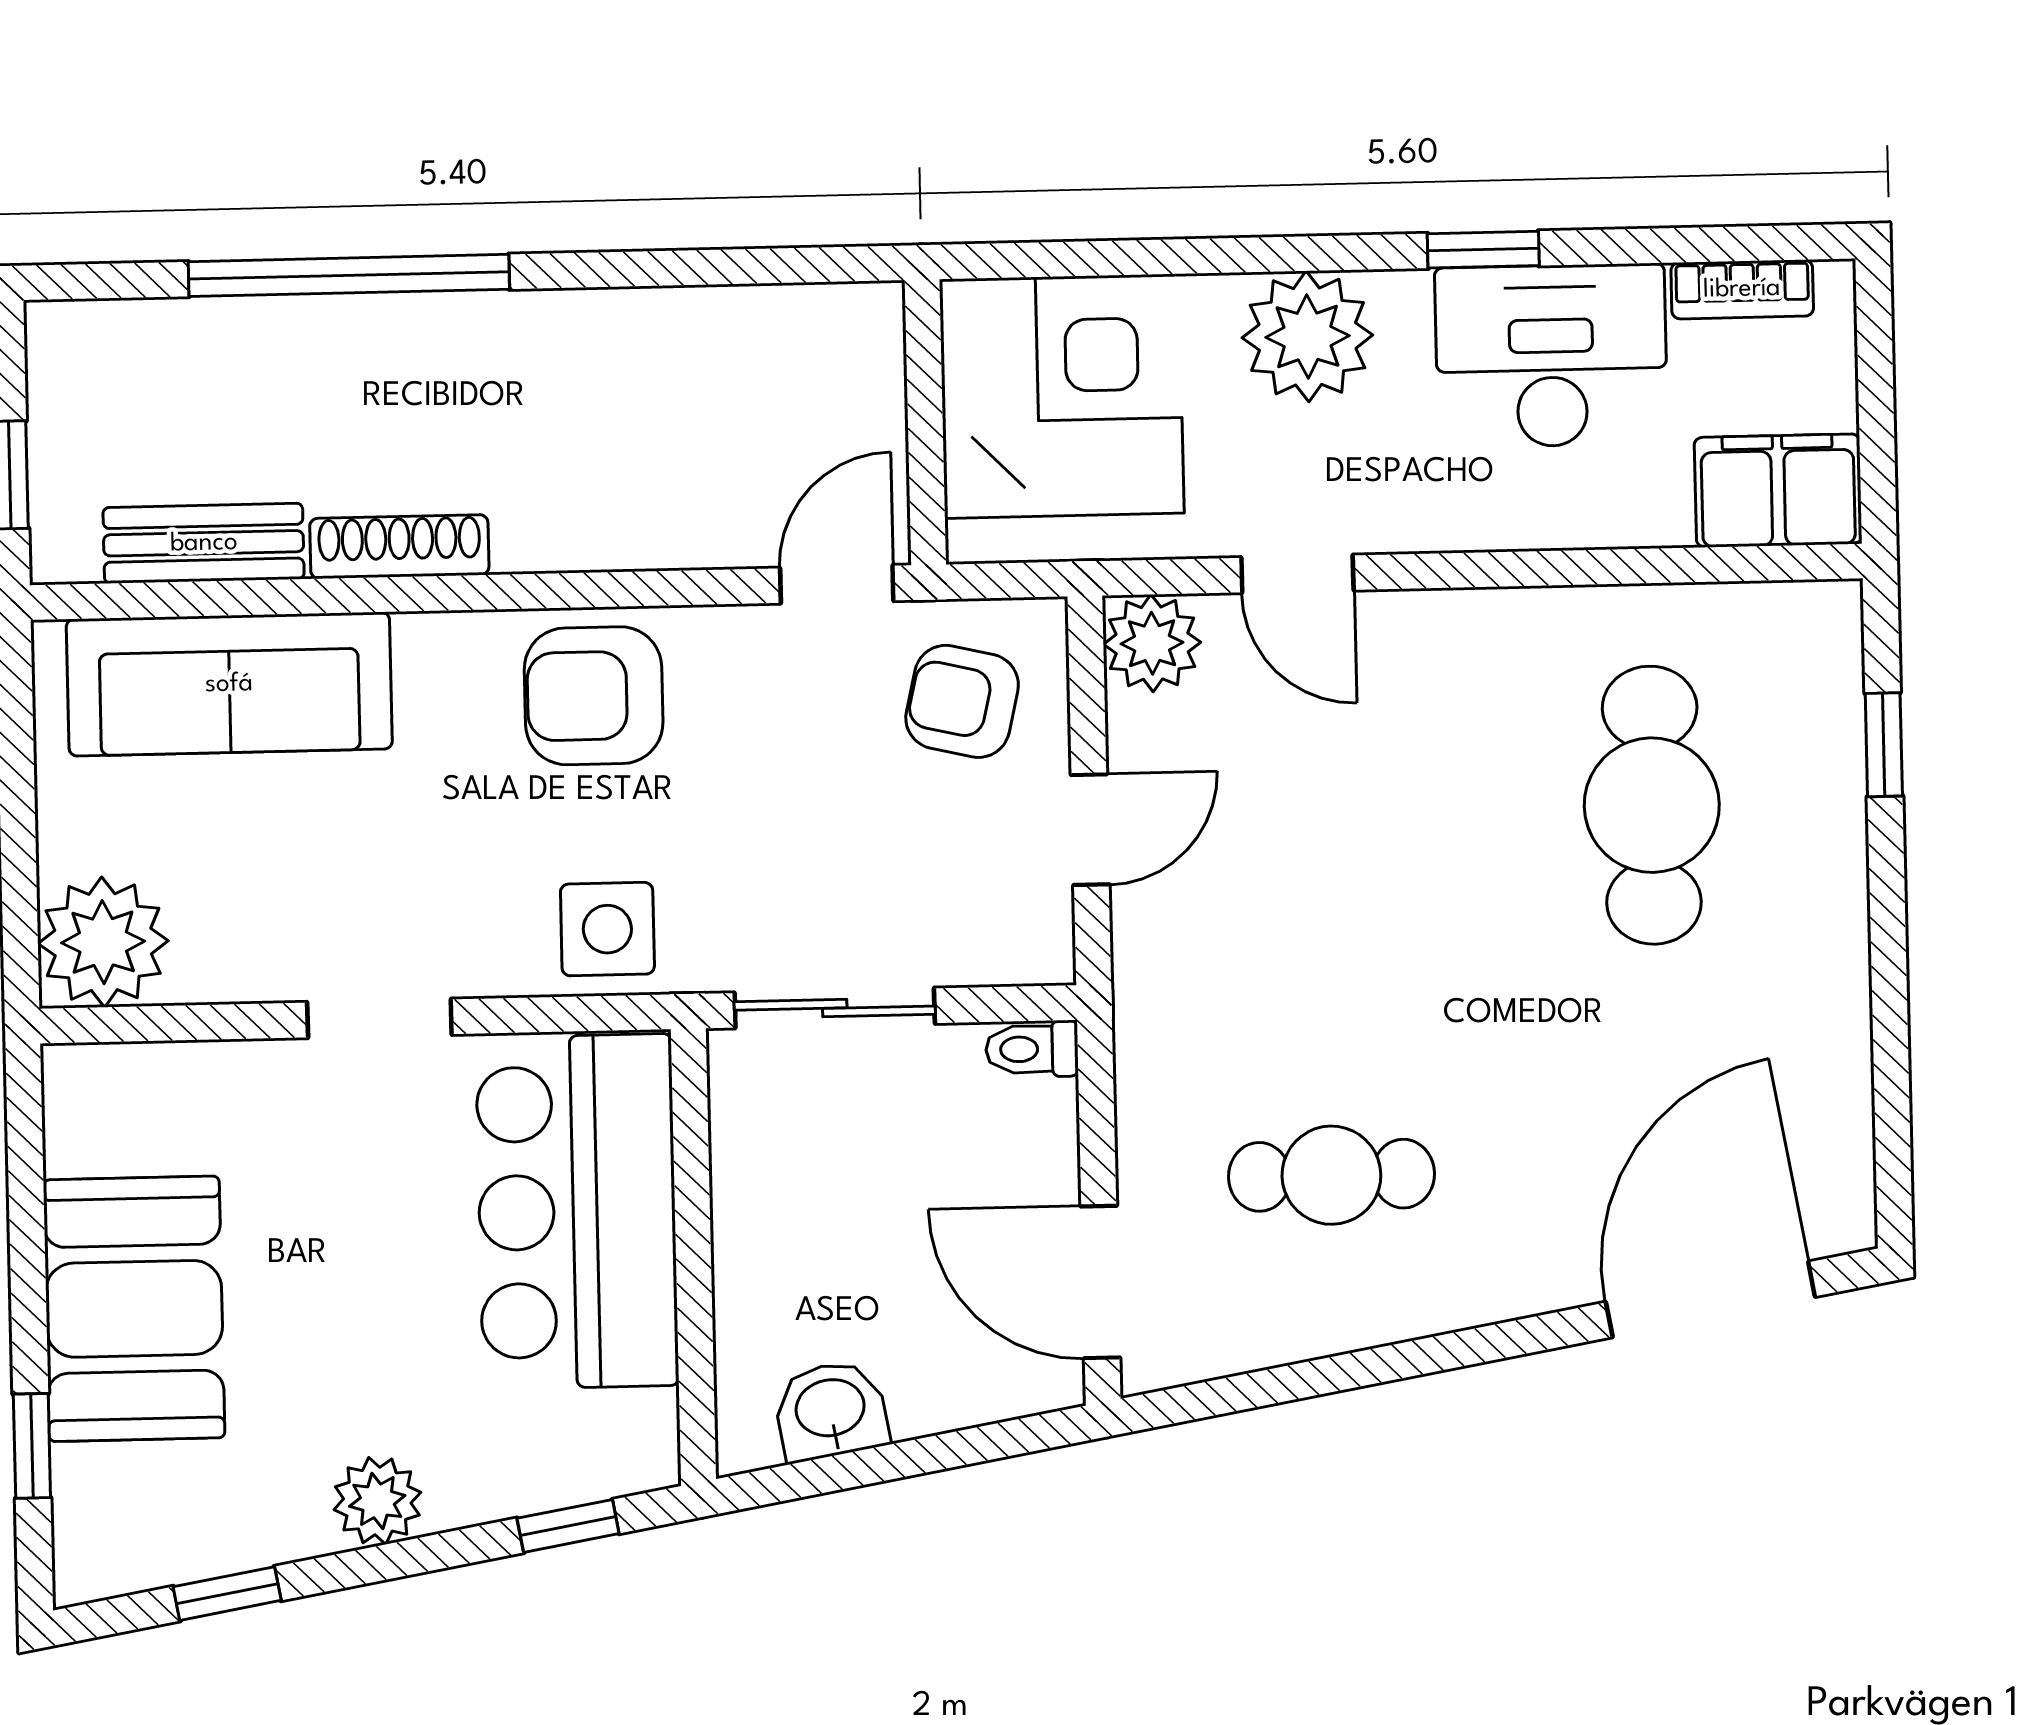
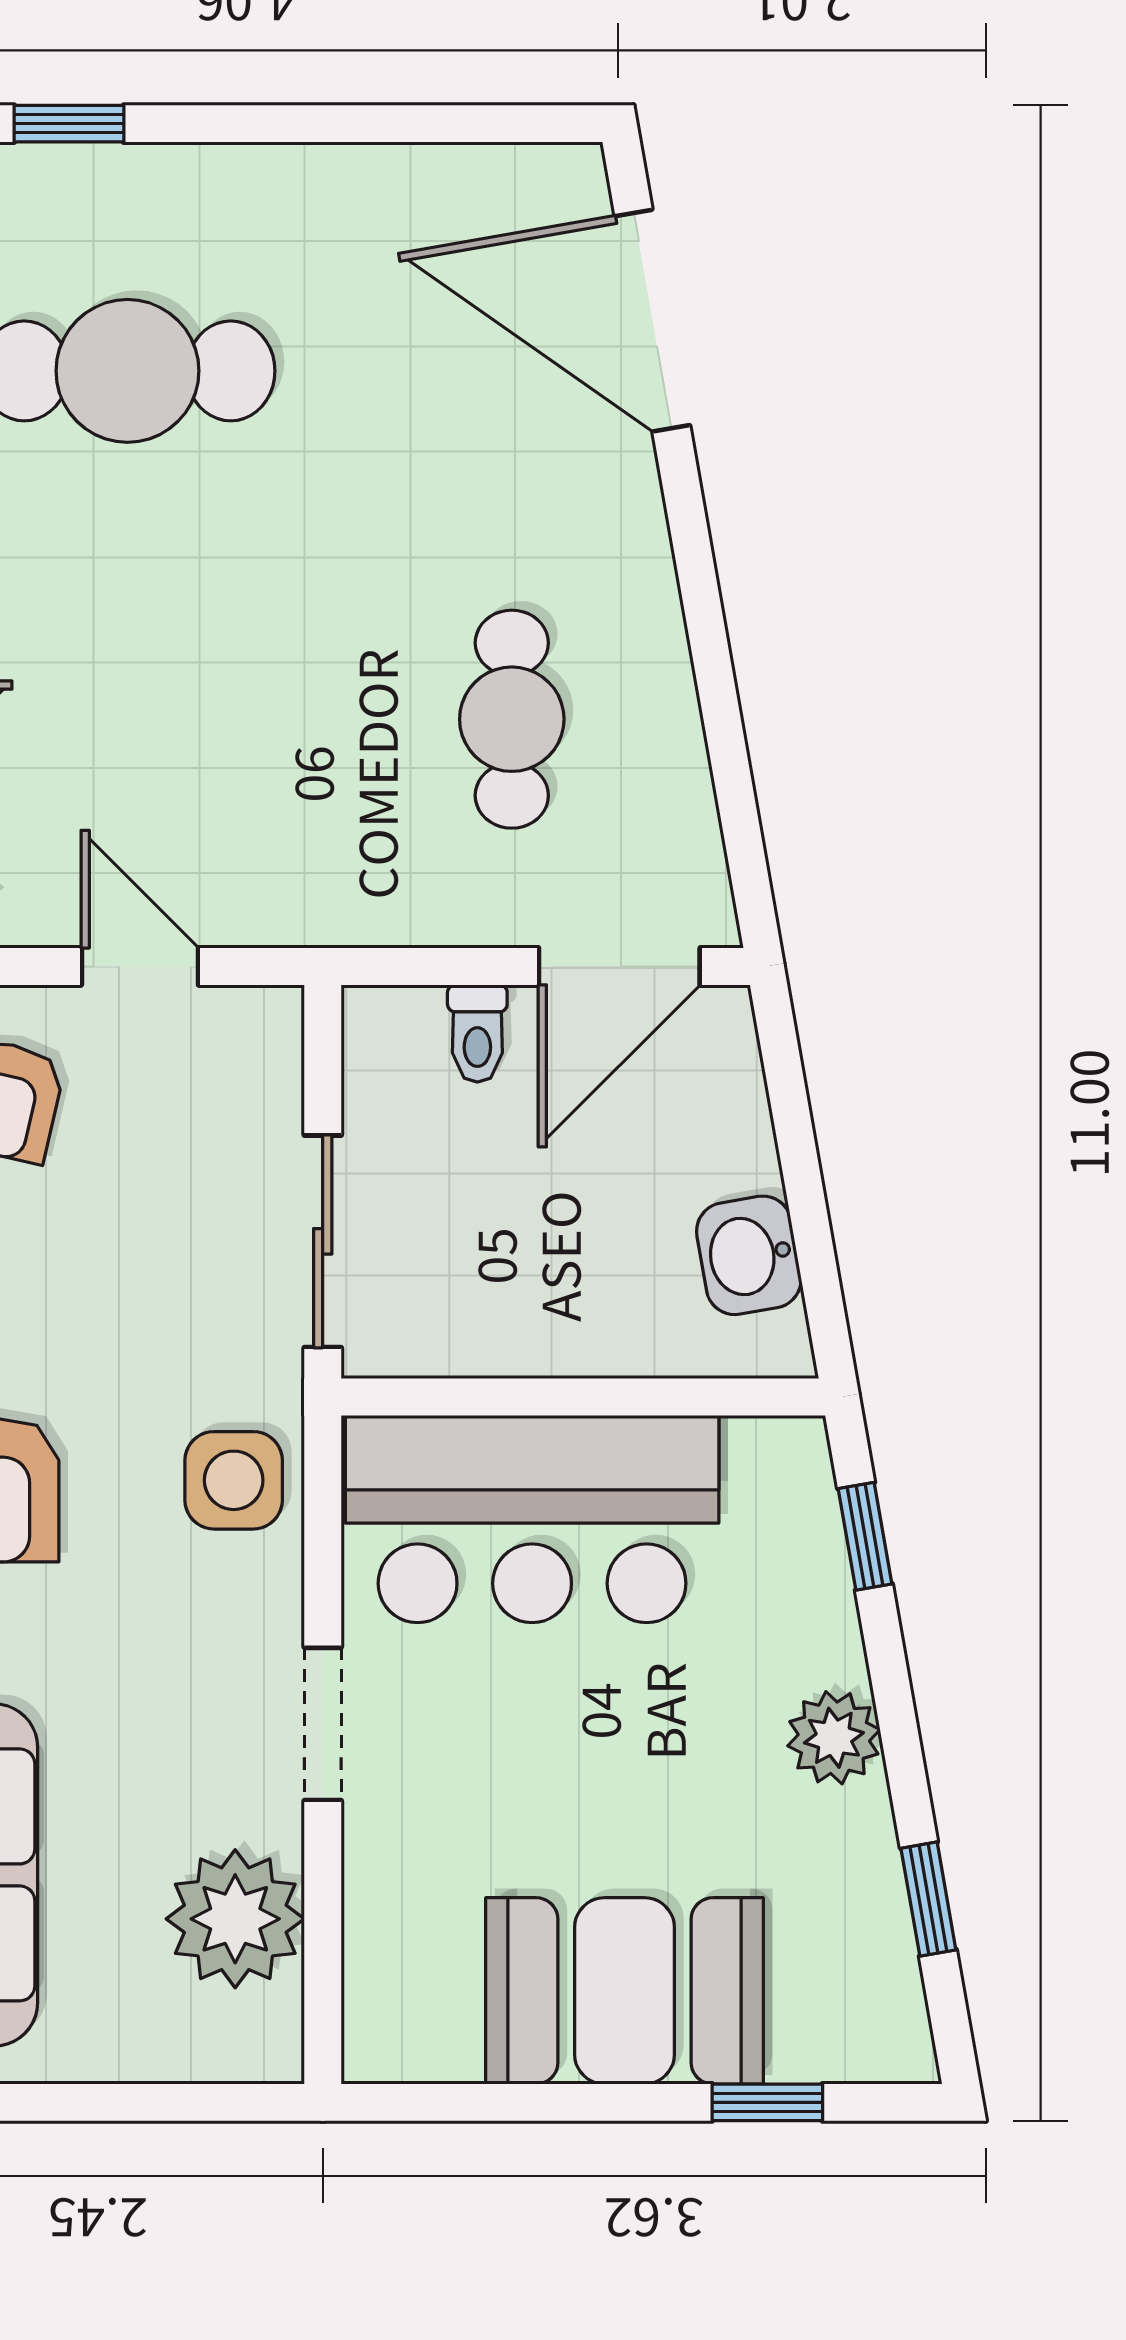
plant: (103, 942) -> (235, 1919), moved
toilet: (1032, 1049) -> (477, 1033), moved

